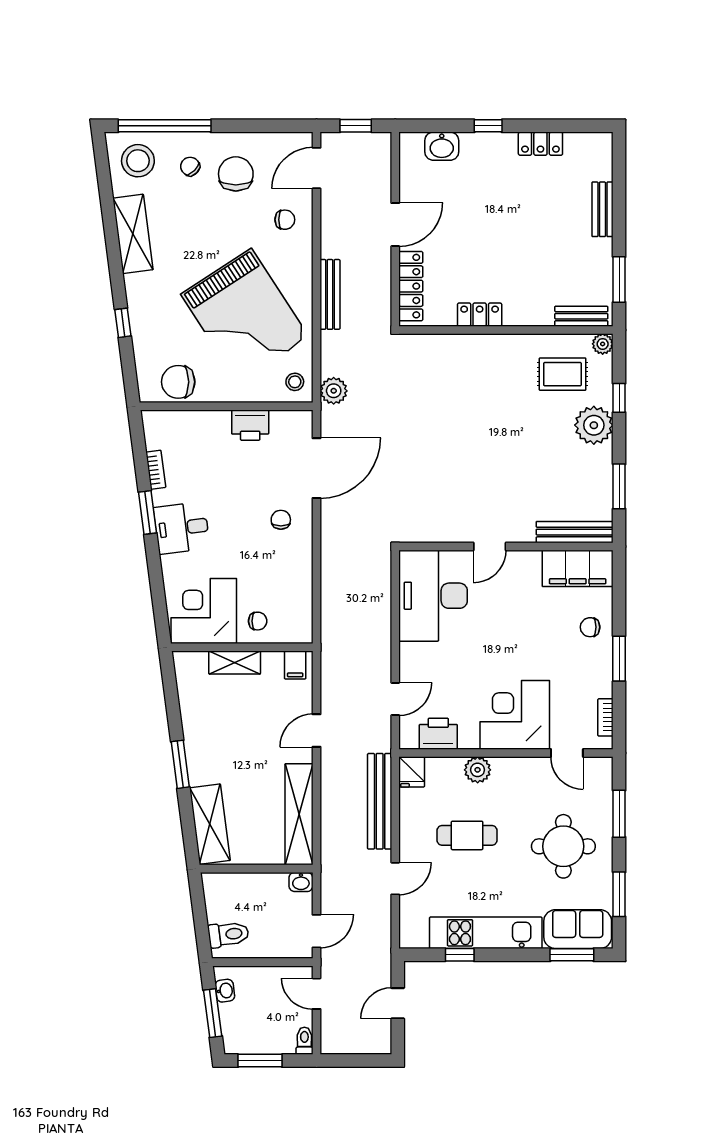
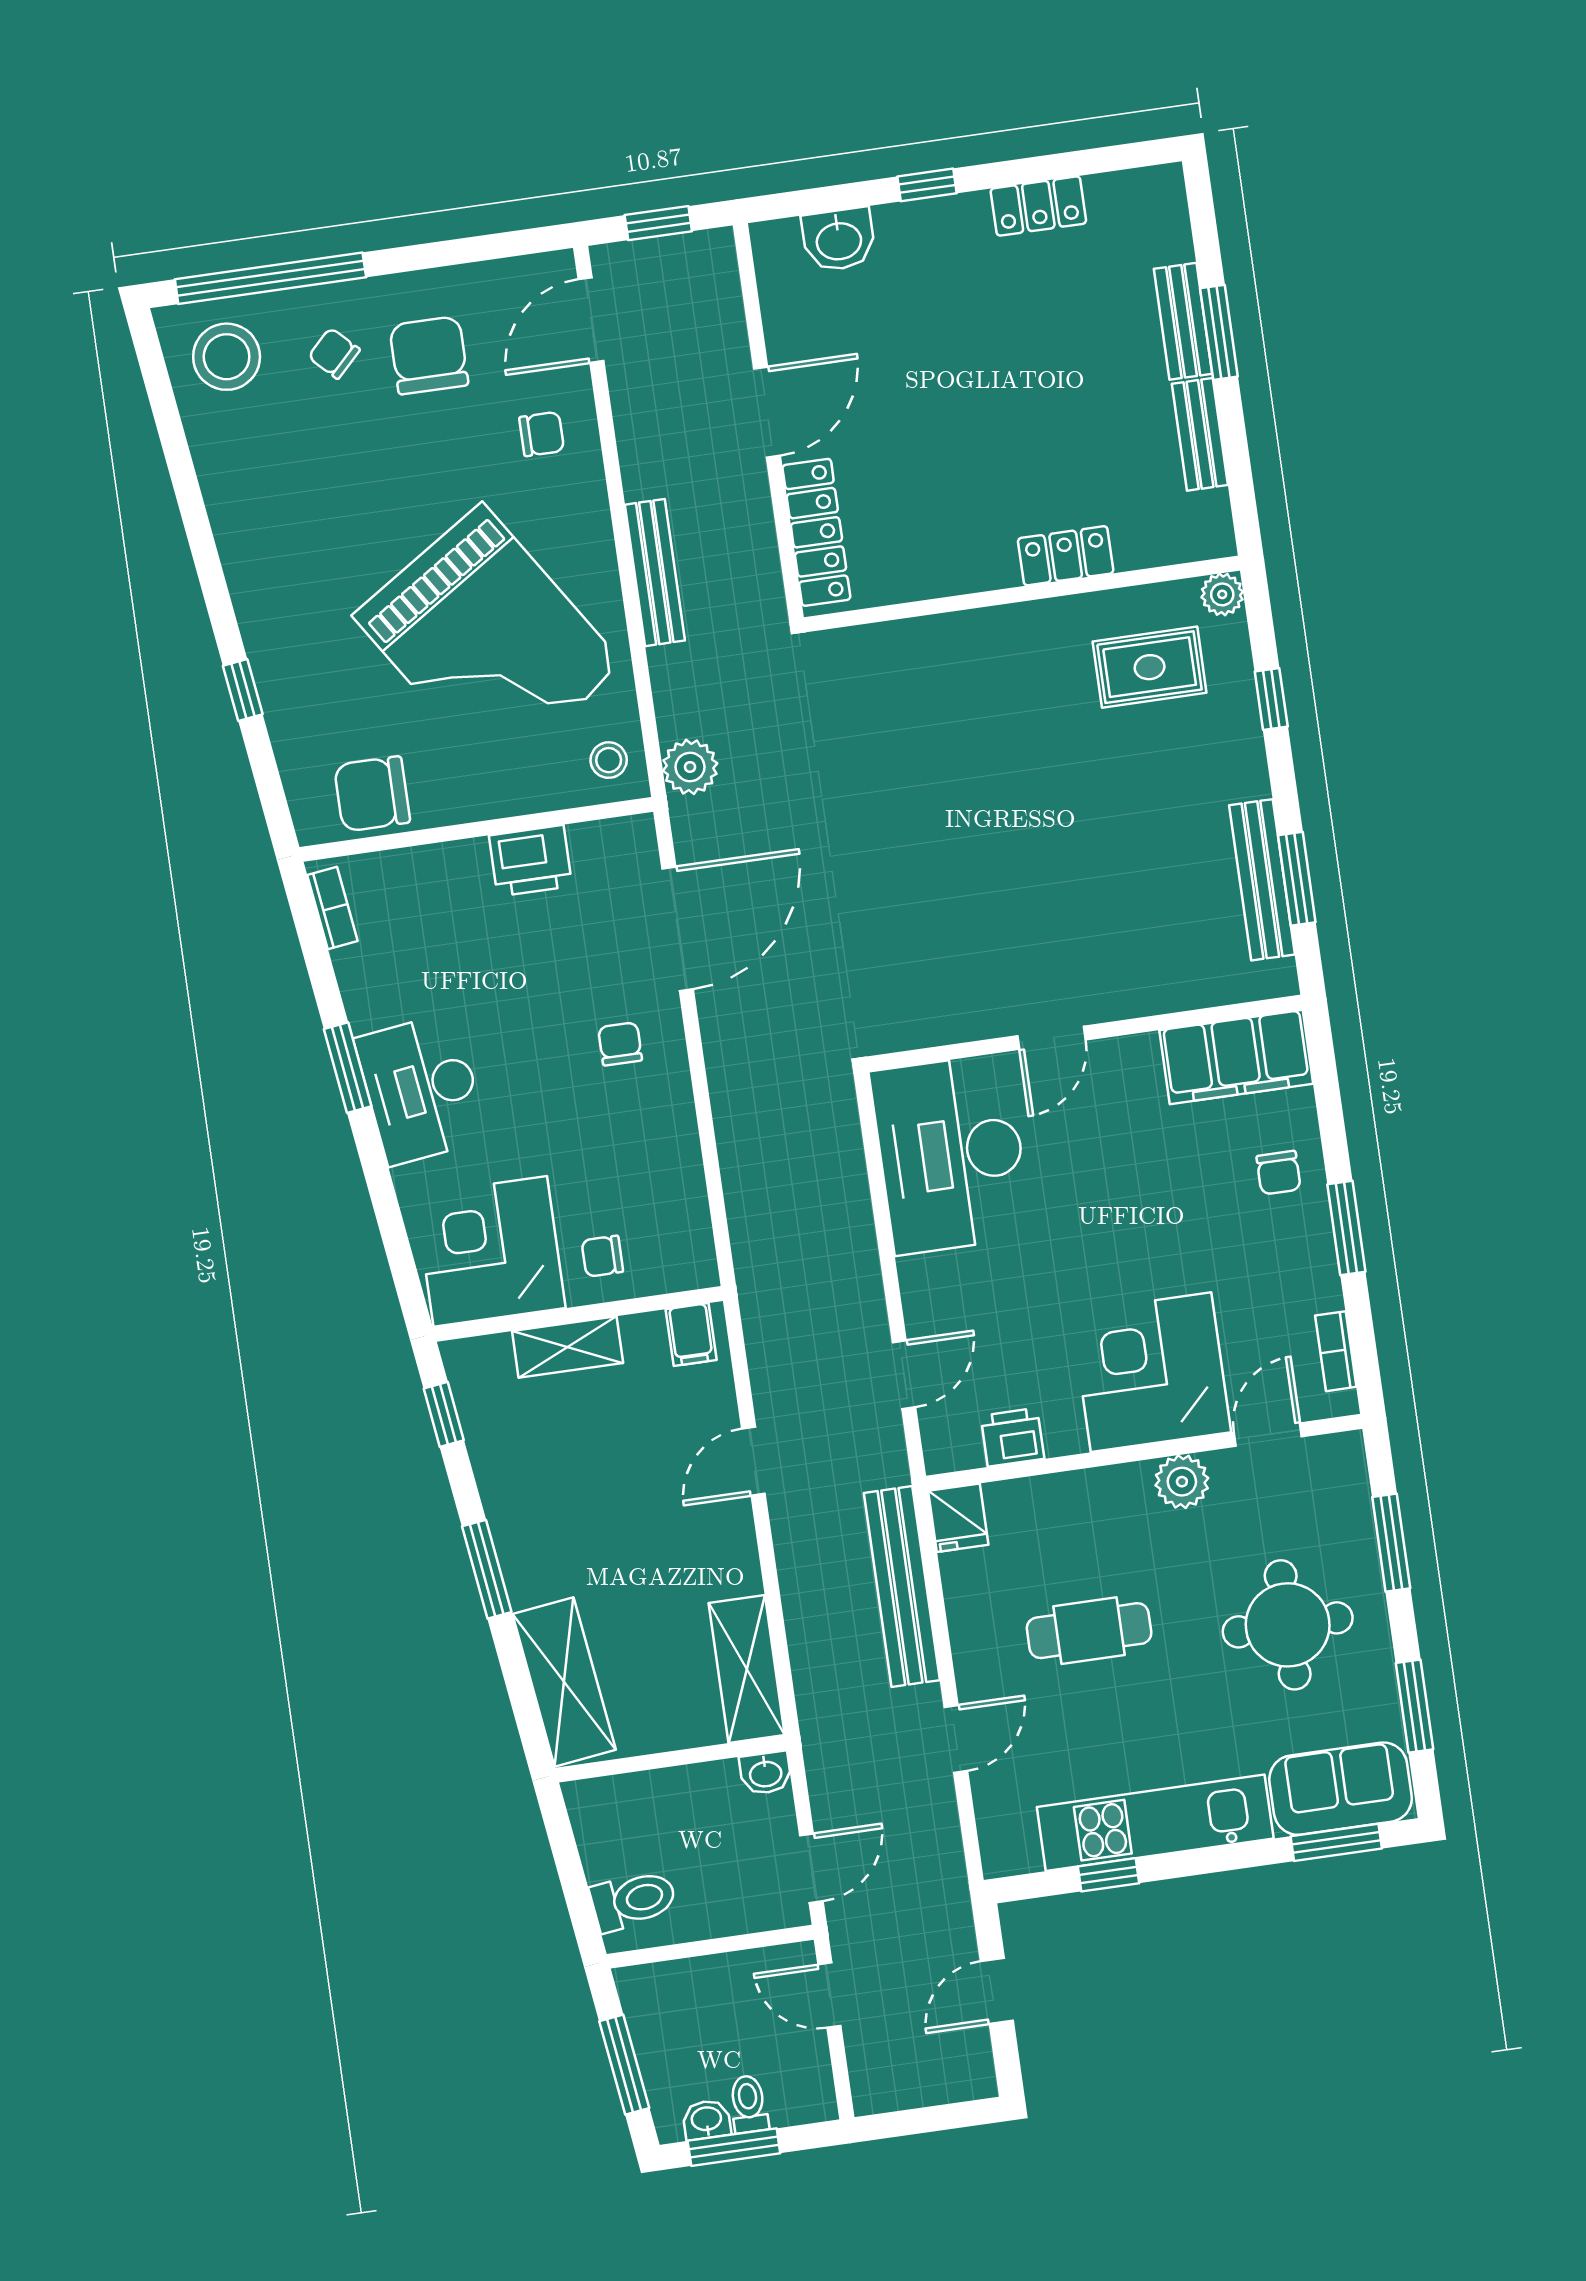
shelving: (133, 234) -> (238, 507), removed
window: (619, 280) -> (1219, 332), moved
locker: (480, 315) -> (1066, 556), moved
bench: (581, 316) -> (1200, 434), moved, turned 90
plant: (594, 425) -> (1228, 762), removed
bookcase: (156, 470) -> (332, 908), moved
desk: (182, 528) -> (421, 1089), width x1.37
bench: (575, 532) -> (1262, 880), moved, turned 90
chair: (258, 621) -> (602, 1256), turned 180
chair: (590, 627) -> (1279, 1173), turned -90
window: (170, 687) -> (444, 1414), added
printer: (438, 734) -> (1013, 1437), width x0.73, depth x0.81
door: (567, 753) -> (1268, 1435), swing flipped
plant: (478, 770) -> (1182, 1482), moved
shelving: (299, 814) -> (747, 1669), width x0.68
washbasin: (225, 991) -> (707, 2120), moved, turned -83
toilet: (304, 1041) -> (749, 2104), moved

